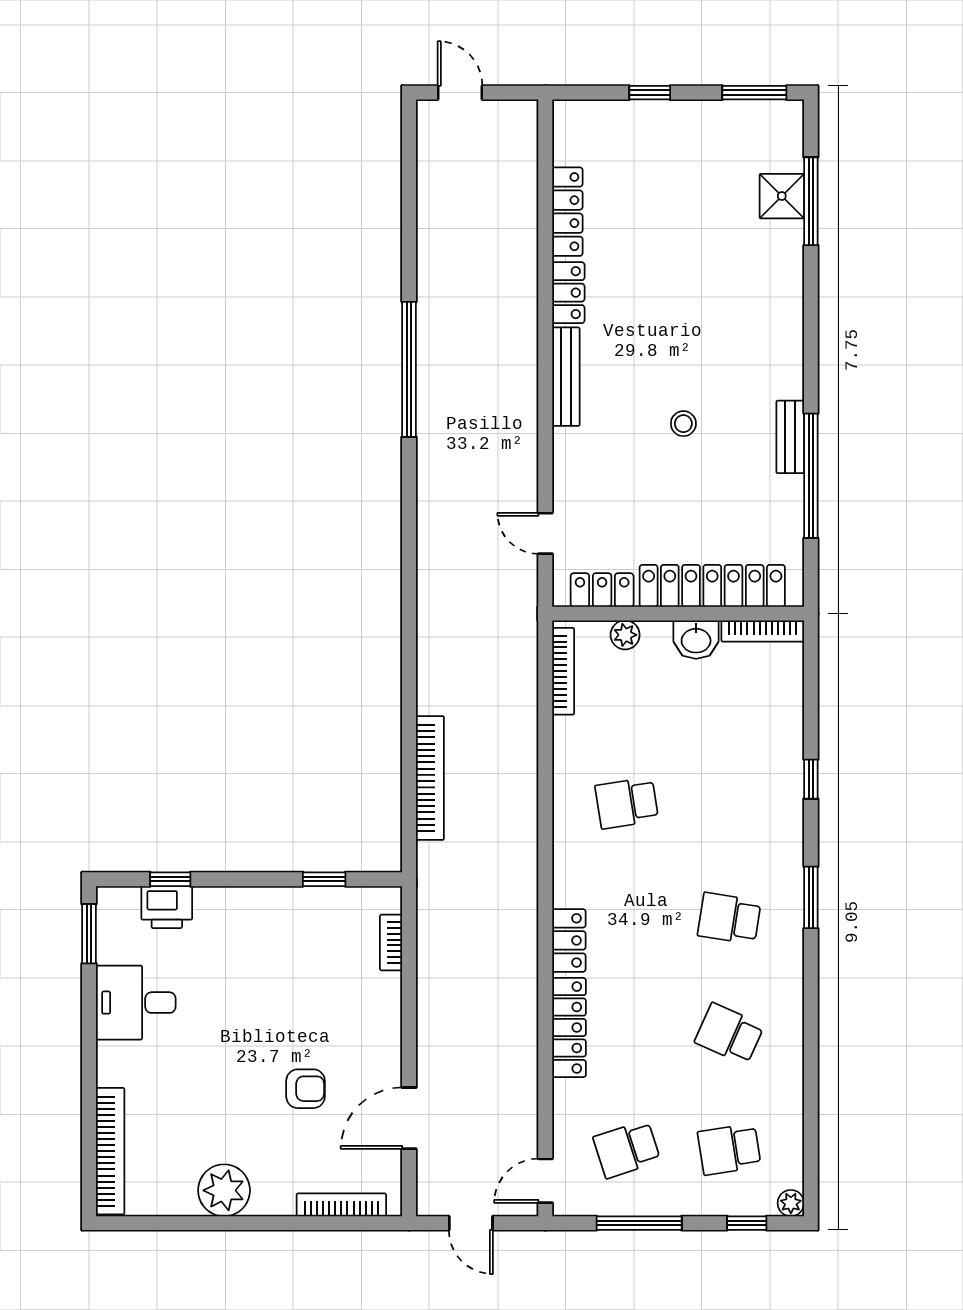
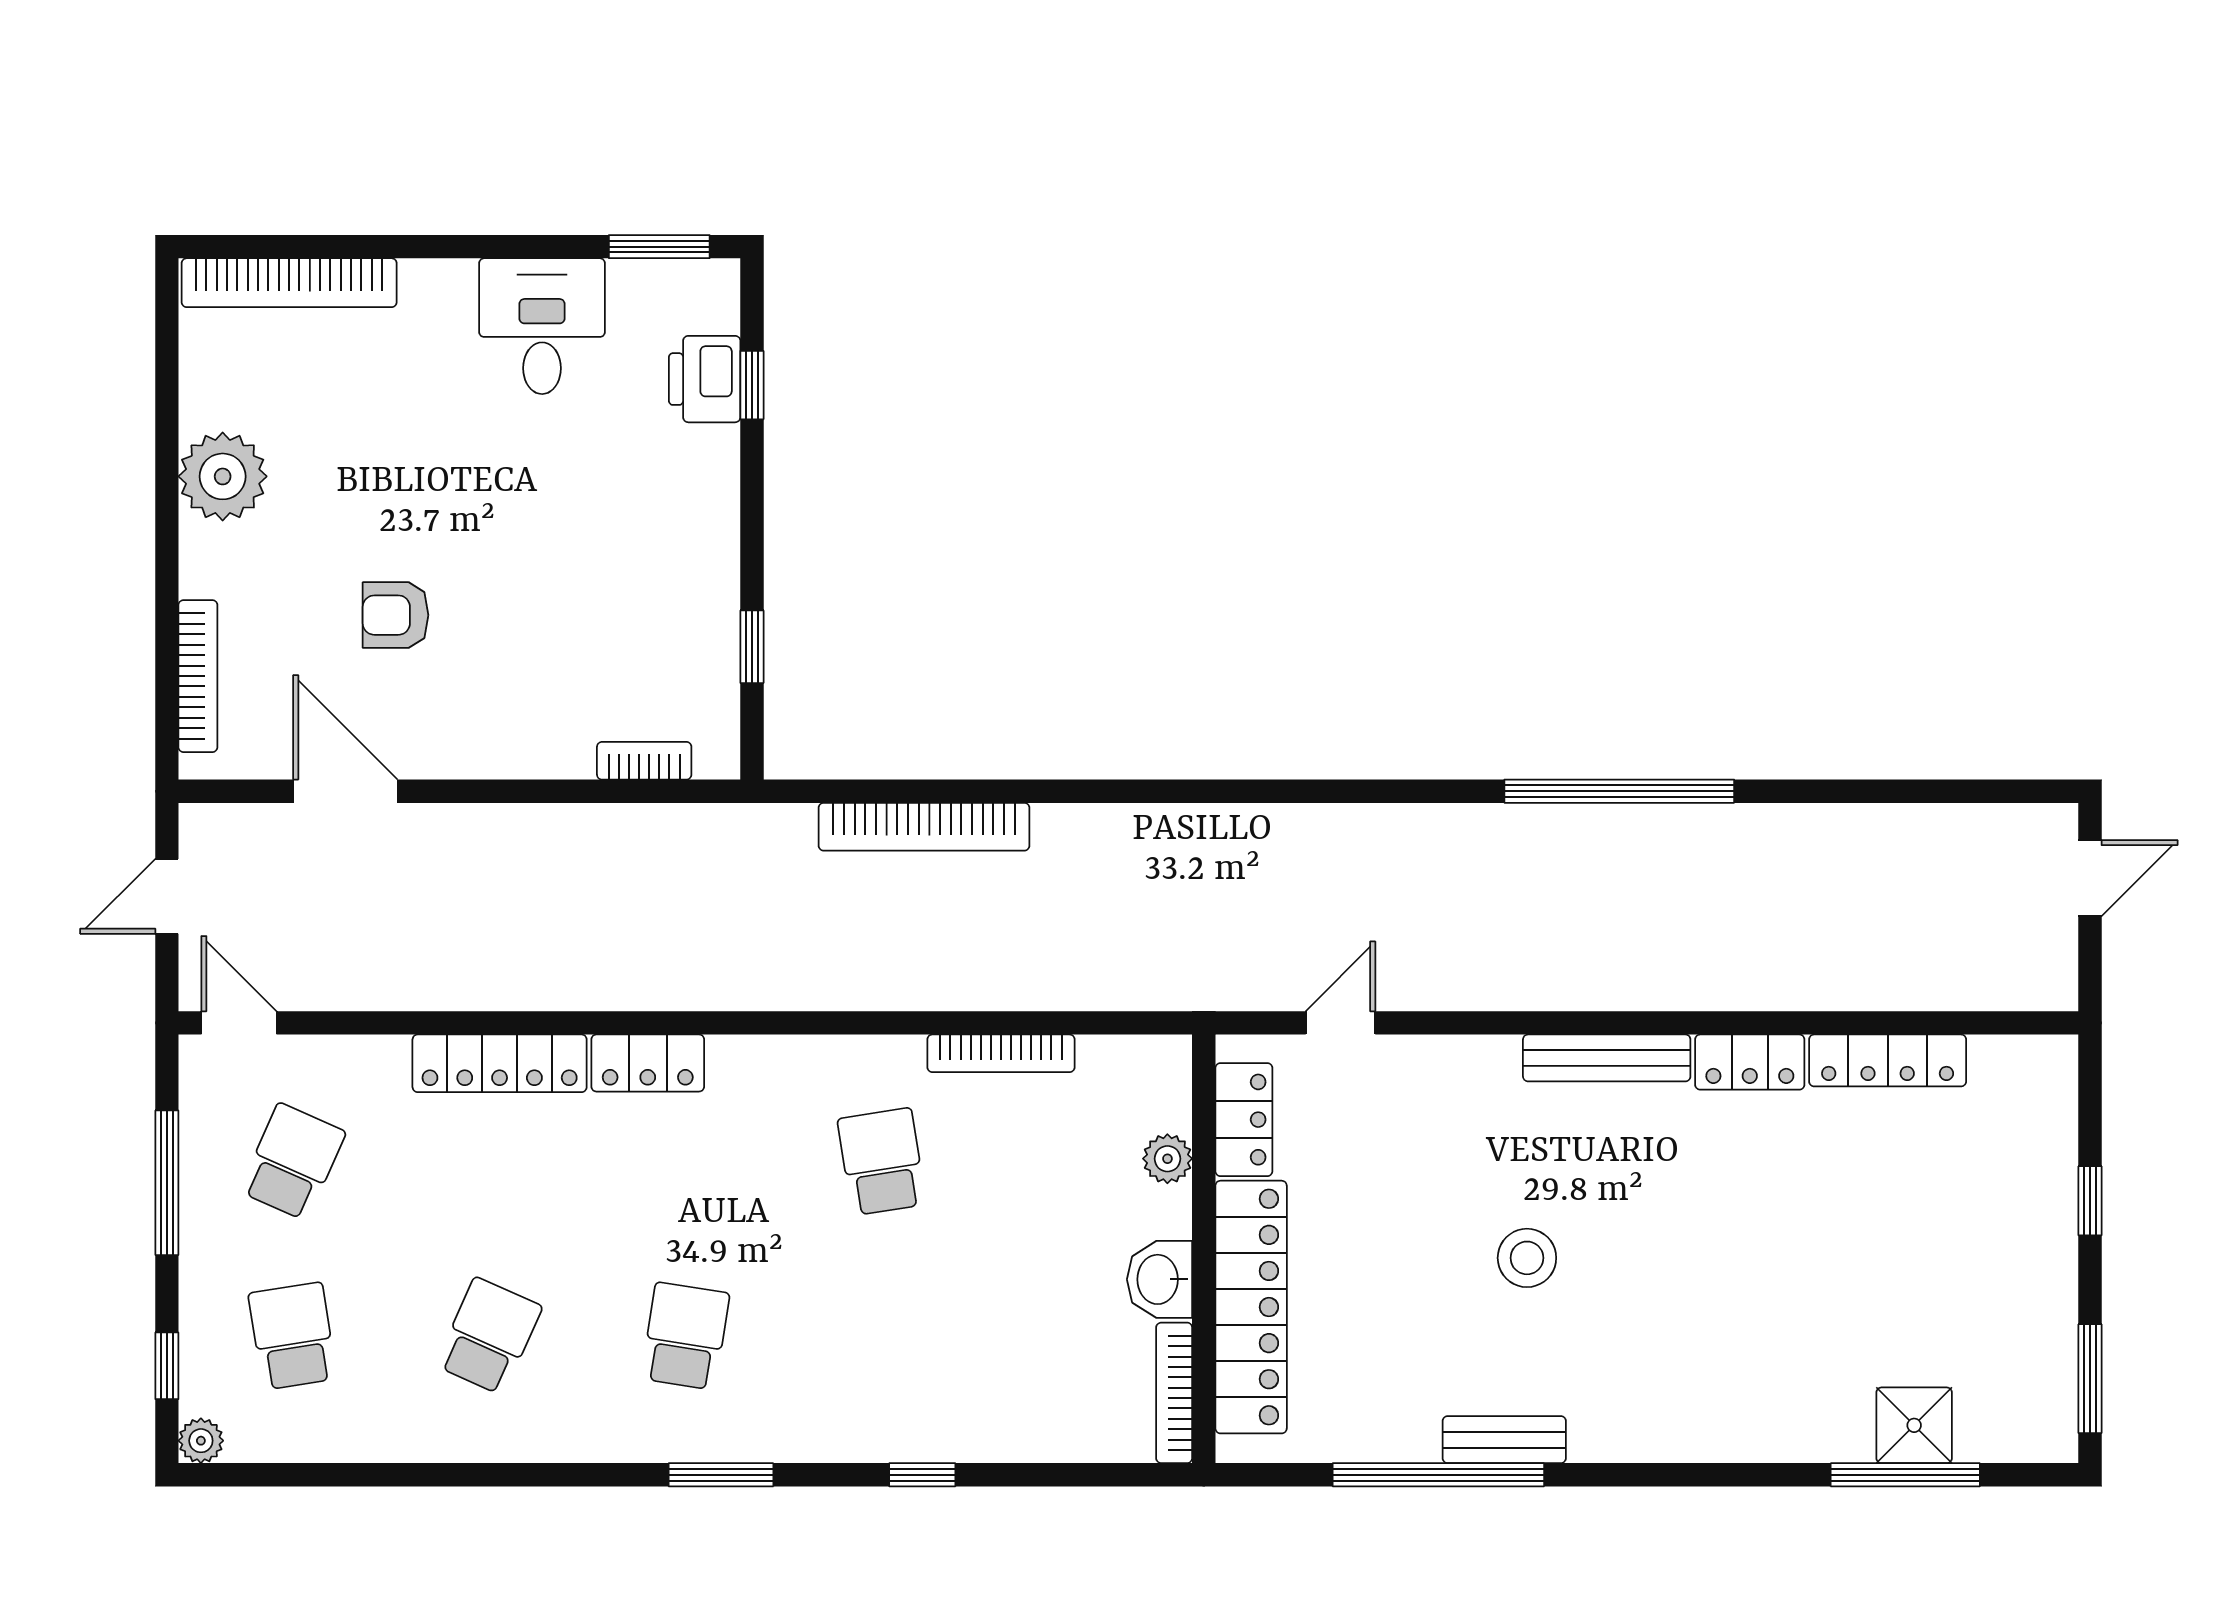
stool: (683, 424) -> (1527, 1258), width x1.37, depth x1.37
bookcase: (563, 671) -> (1001, 1053), moved
armchair: (306, 1089) -> (396, 615), turned 90
school desk: (627, 1149) -> (293, 1162), turned 42

